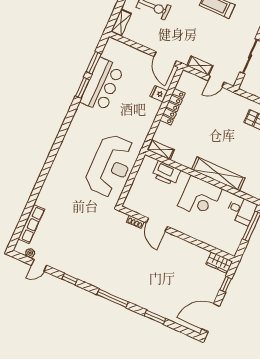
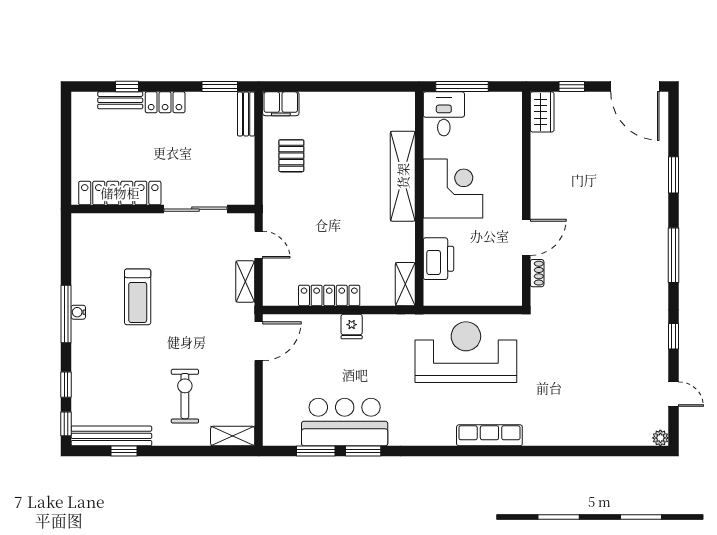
fridge: (159, 94) -> (352, 327), moved
row of seats: (31, 224) -> (489, 435), moved
plant: (30, 253) -> (660, 438), moved

